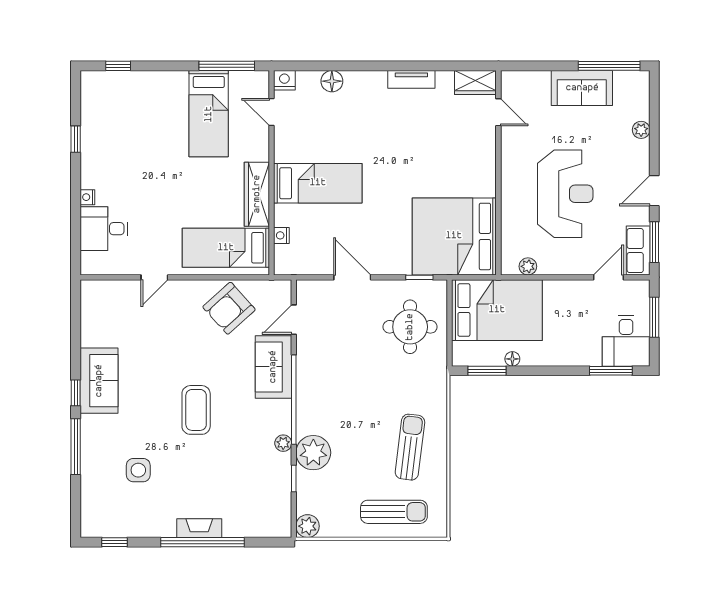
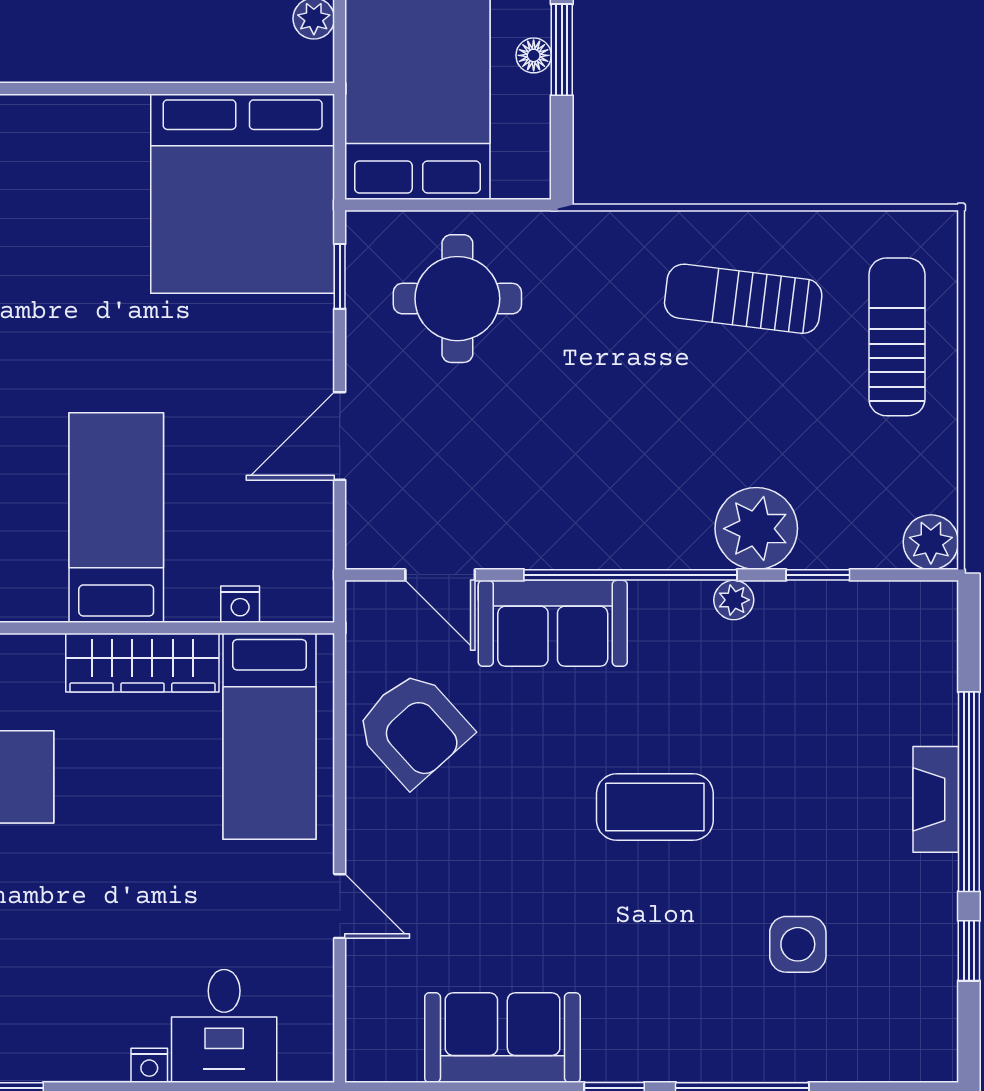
window: (487, 371) -> (562, 50), moved
sofa: (99, 381) -> (502, 1038), moved
window: (114, 542) -> (969, 951), moved

